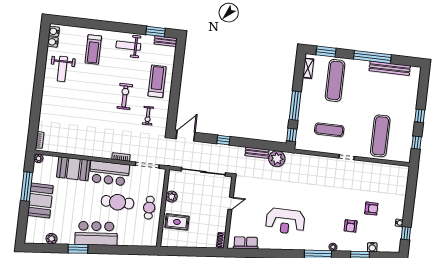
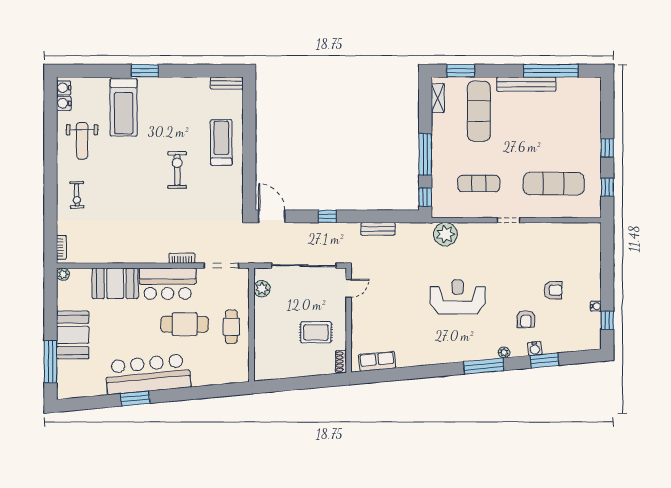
window: (155, 31) -> (145, 71), moved
weight bench: (128, 46) -> (174, 96), removed
treadmill: (93, 50) -> (124, 107), width x1.37, depth x1.38
window: (372, 57) -> (551, 71), moved
bench: (390, 68) -> (526, 84), moved
exercise bike: (148, 116) -> (77, 195), moved
door: (185, 136) -> (272, 216), hinge flipped
exercise mat: (380, 136) -> (554, 184), turned 90
plant: (277, 159) -> (445, 234), moved
window: (27, 186) -> (50, 362), moved
plant: (172, 197) -> (262, 289), moved
door: (231, 203) -> (349, 288), moved
reception desk: (285, 221) -> (458, 297), moved, turned 180
rug: (177, 222) -> (316, 332), moved
bar counter: (96, 233) -> (148, 374), width x1.36
plant: (51, 239) -> (95, 388), removed
water cooler: (372, 247) -> (535, 349), moved

